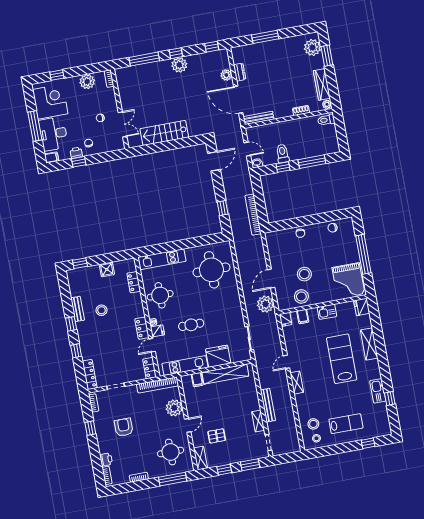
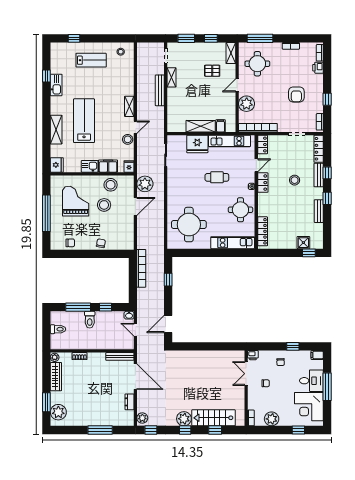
window: (144, 59) -> (215, 430), width x0.46
plant: (226, 75) -> (142, 418), moved
toilet: (326, 120) -> (58, 329), moved
stairs: (164, 133) -> (214, 418), moved, turned 180
desk: (53, 134) -> (311, 381), width x0.73
printer: (76, 153) -> (253, 355), moved
toilet: (283, 153) -> (90, 320), moved
shower: (107, 269) -> (303, 243), moved
grand piano: (348, 281) -> (76, 201), moved
locker: (134, 282) -> (263, 231), width x1.53
stool: (102, 310) -> (295, 180), moved
filing cabinet: (303, 317) -> (108, 166), width x2.00
fridge: (158, 331) -> (249, 177), removed
bench: (85, 347) -> (319, 175), added
lab bench: (342, 359) -> (84, 121), turned 180
shelving: (225, 374) -> (201, 126), width x0.68
stool: (313, 424) -> (128, 139), moved
lab bench: (346, 424) -> (91, 60), turned 180

